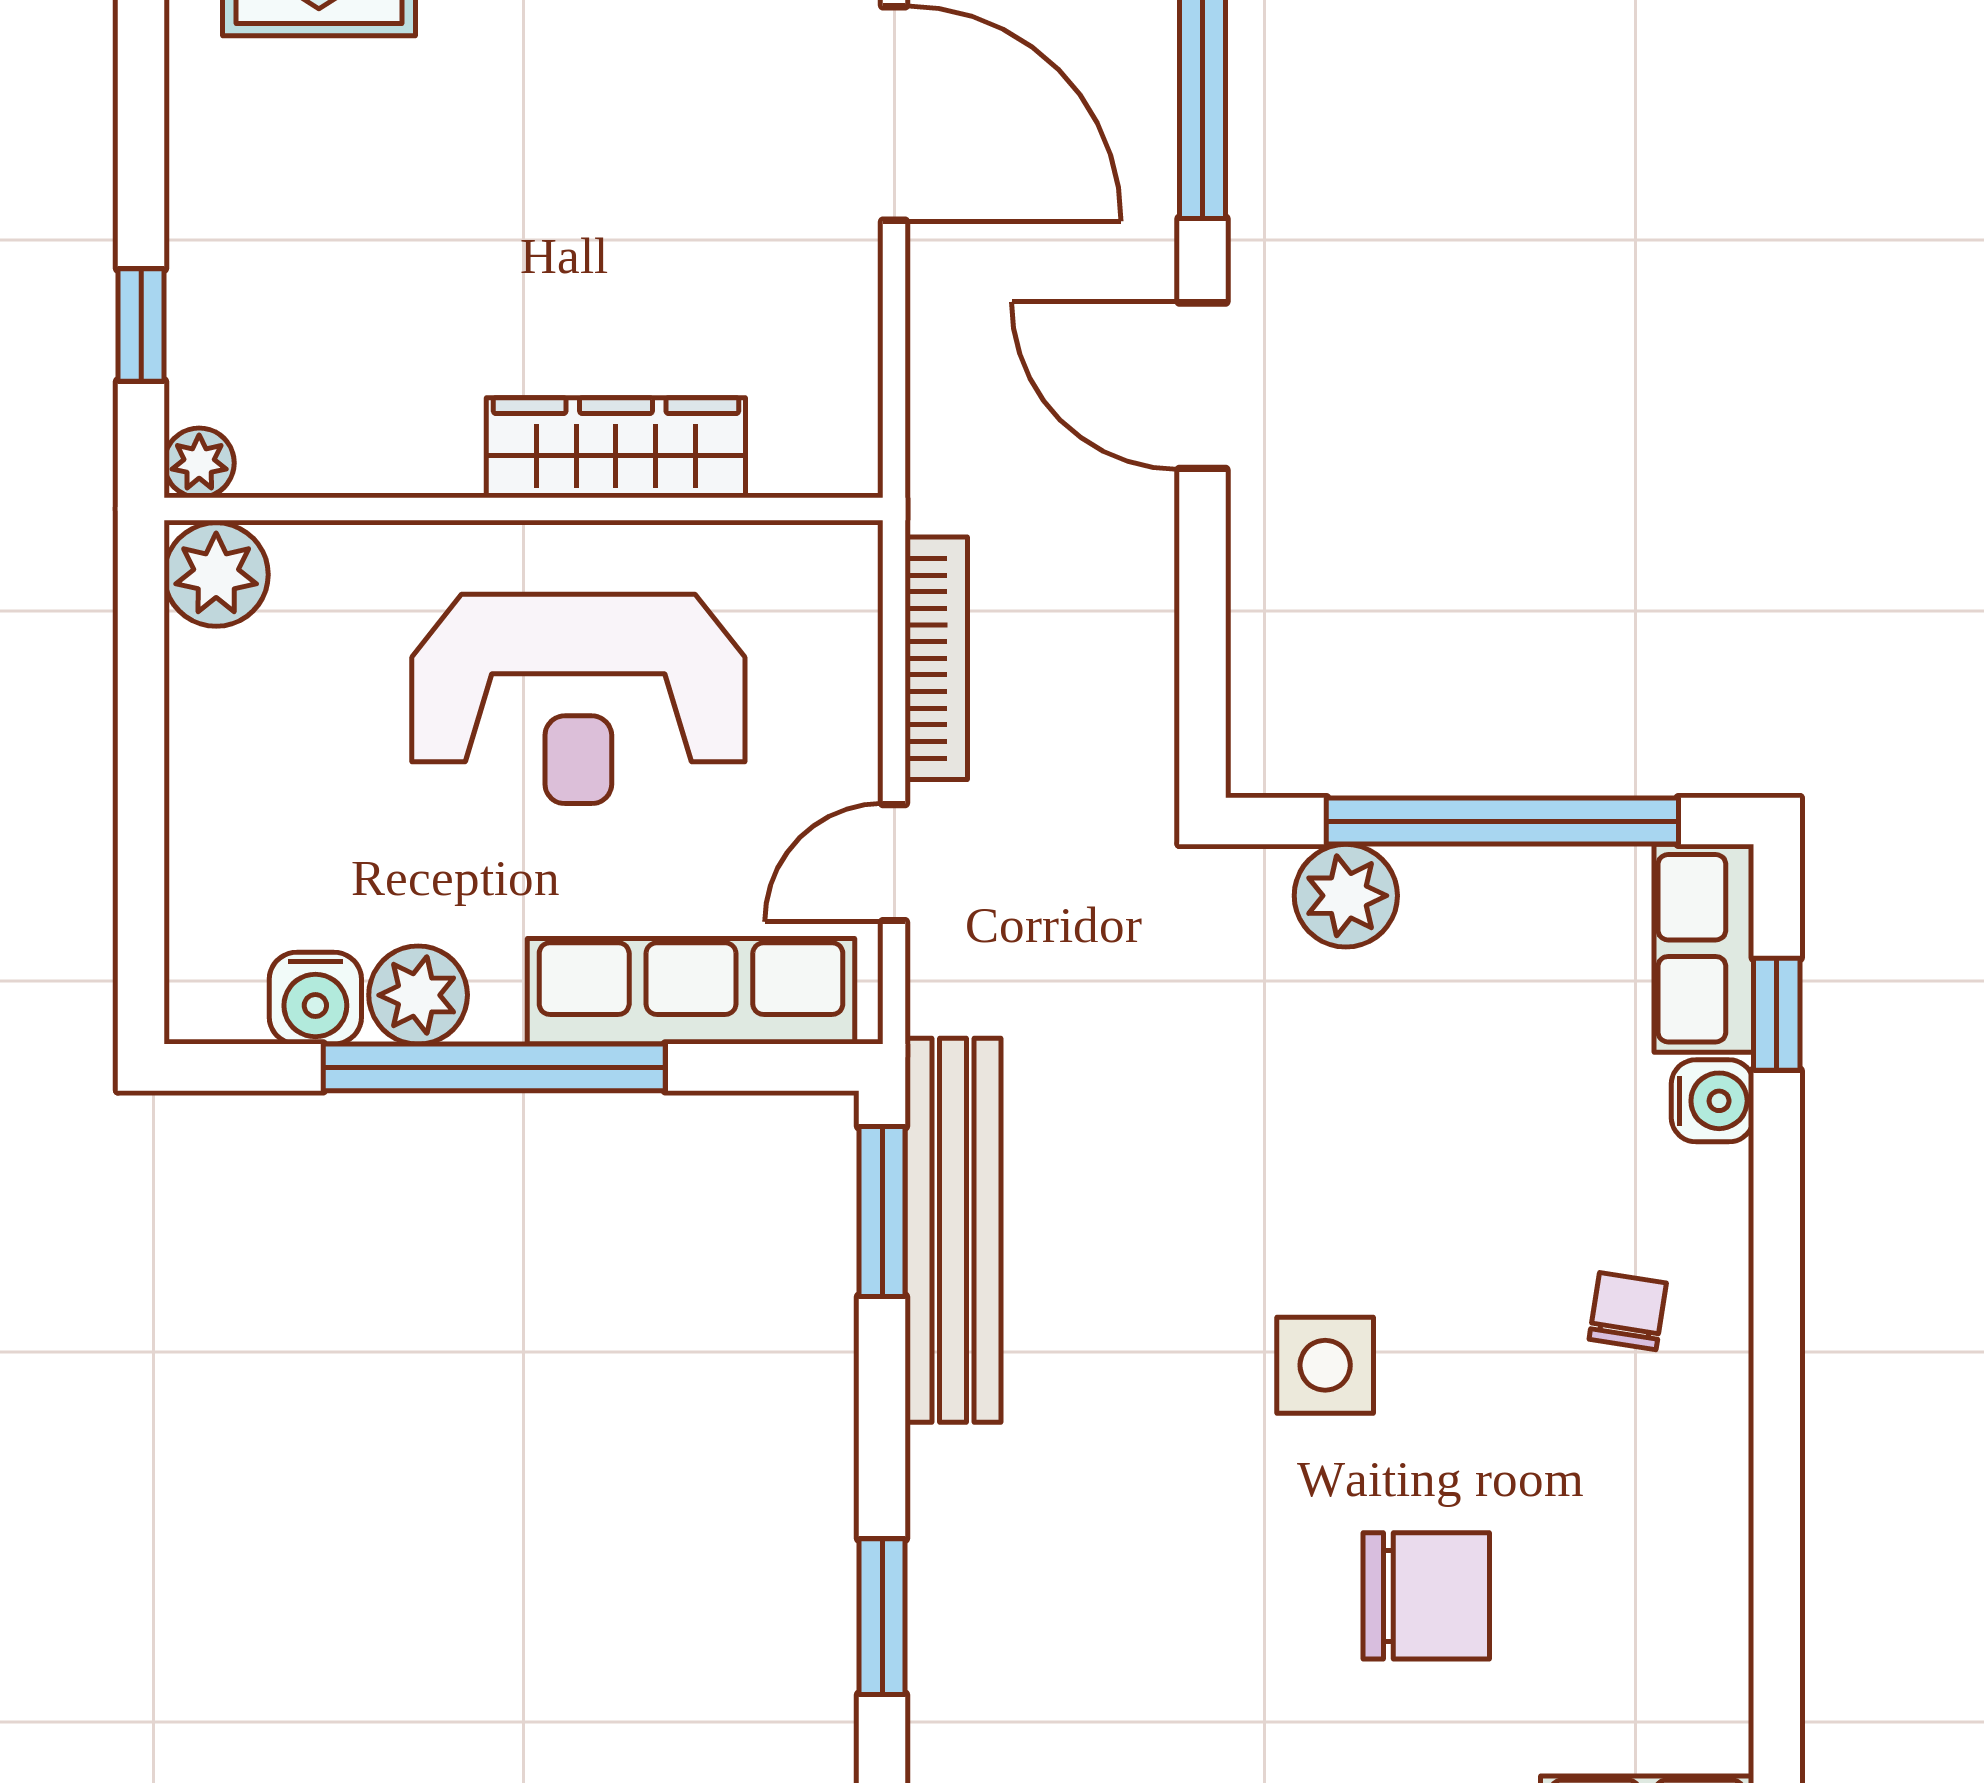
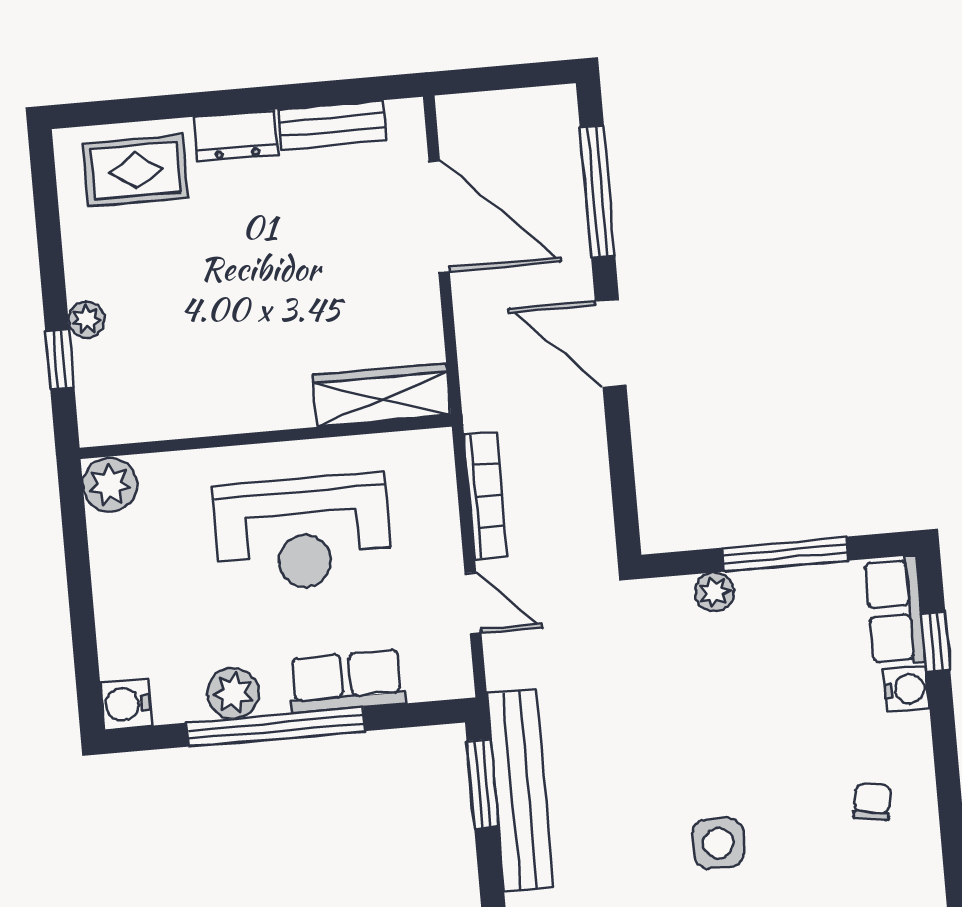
wardrobe: (616, 448) -> (382, 395), moved
plant: (199, 463) -> (87, 319), moved
window: (1502, 821) -> (785, 554), width x0.68
door: (894, 863) -> (473, 603), swing flipped
plant: (1346, 896) -> (714, 592), width x0.73, depth x0.73
row of seats: (691, 991) -> (347, 681), width x0.68
water cooler: (315, 998) -> (126, 704), moved, turned 90

